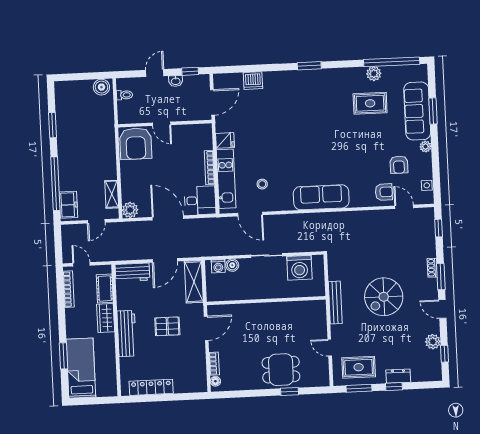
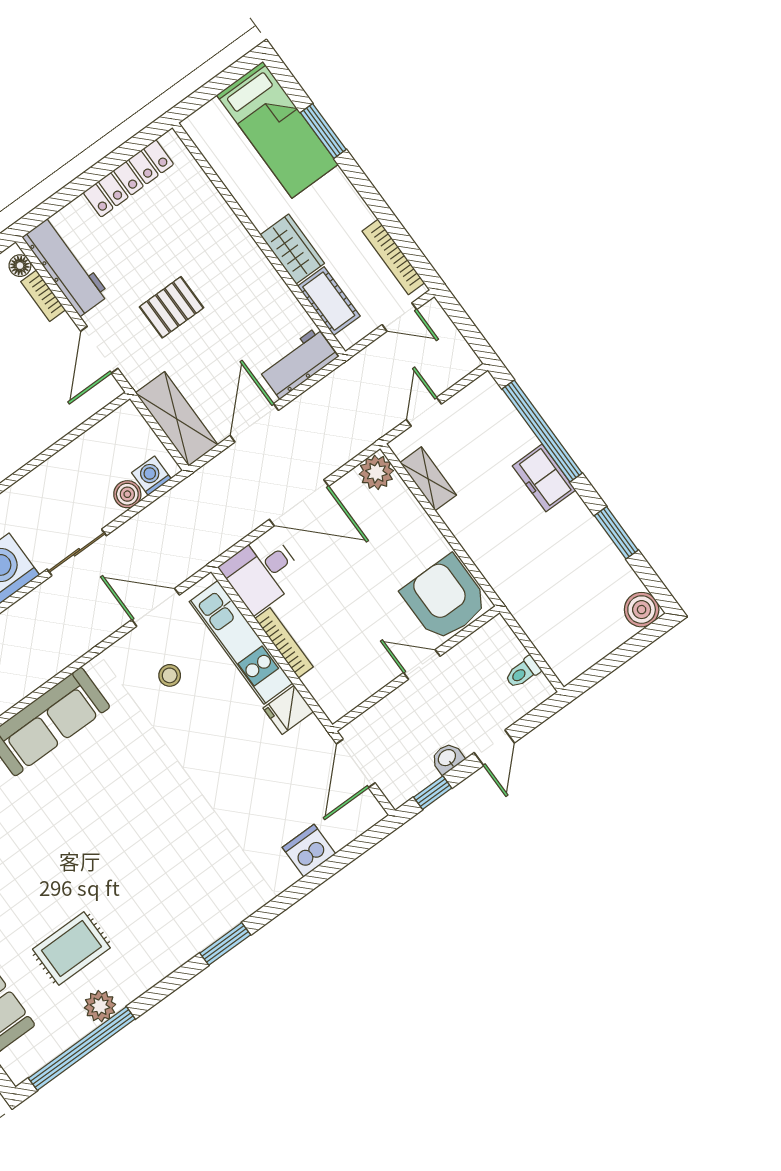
boiler: (101, 87) -> (642, 610), moved
freezer: (68, 205) -> (544, 478), moved
workbench: (127, 333) -> (66, 266), moved, turned 180

